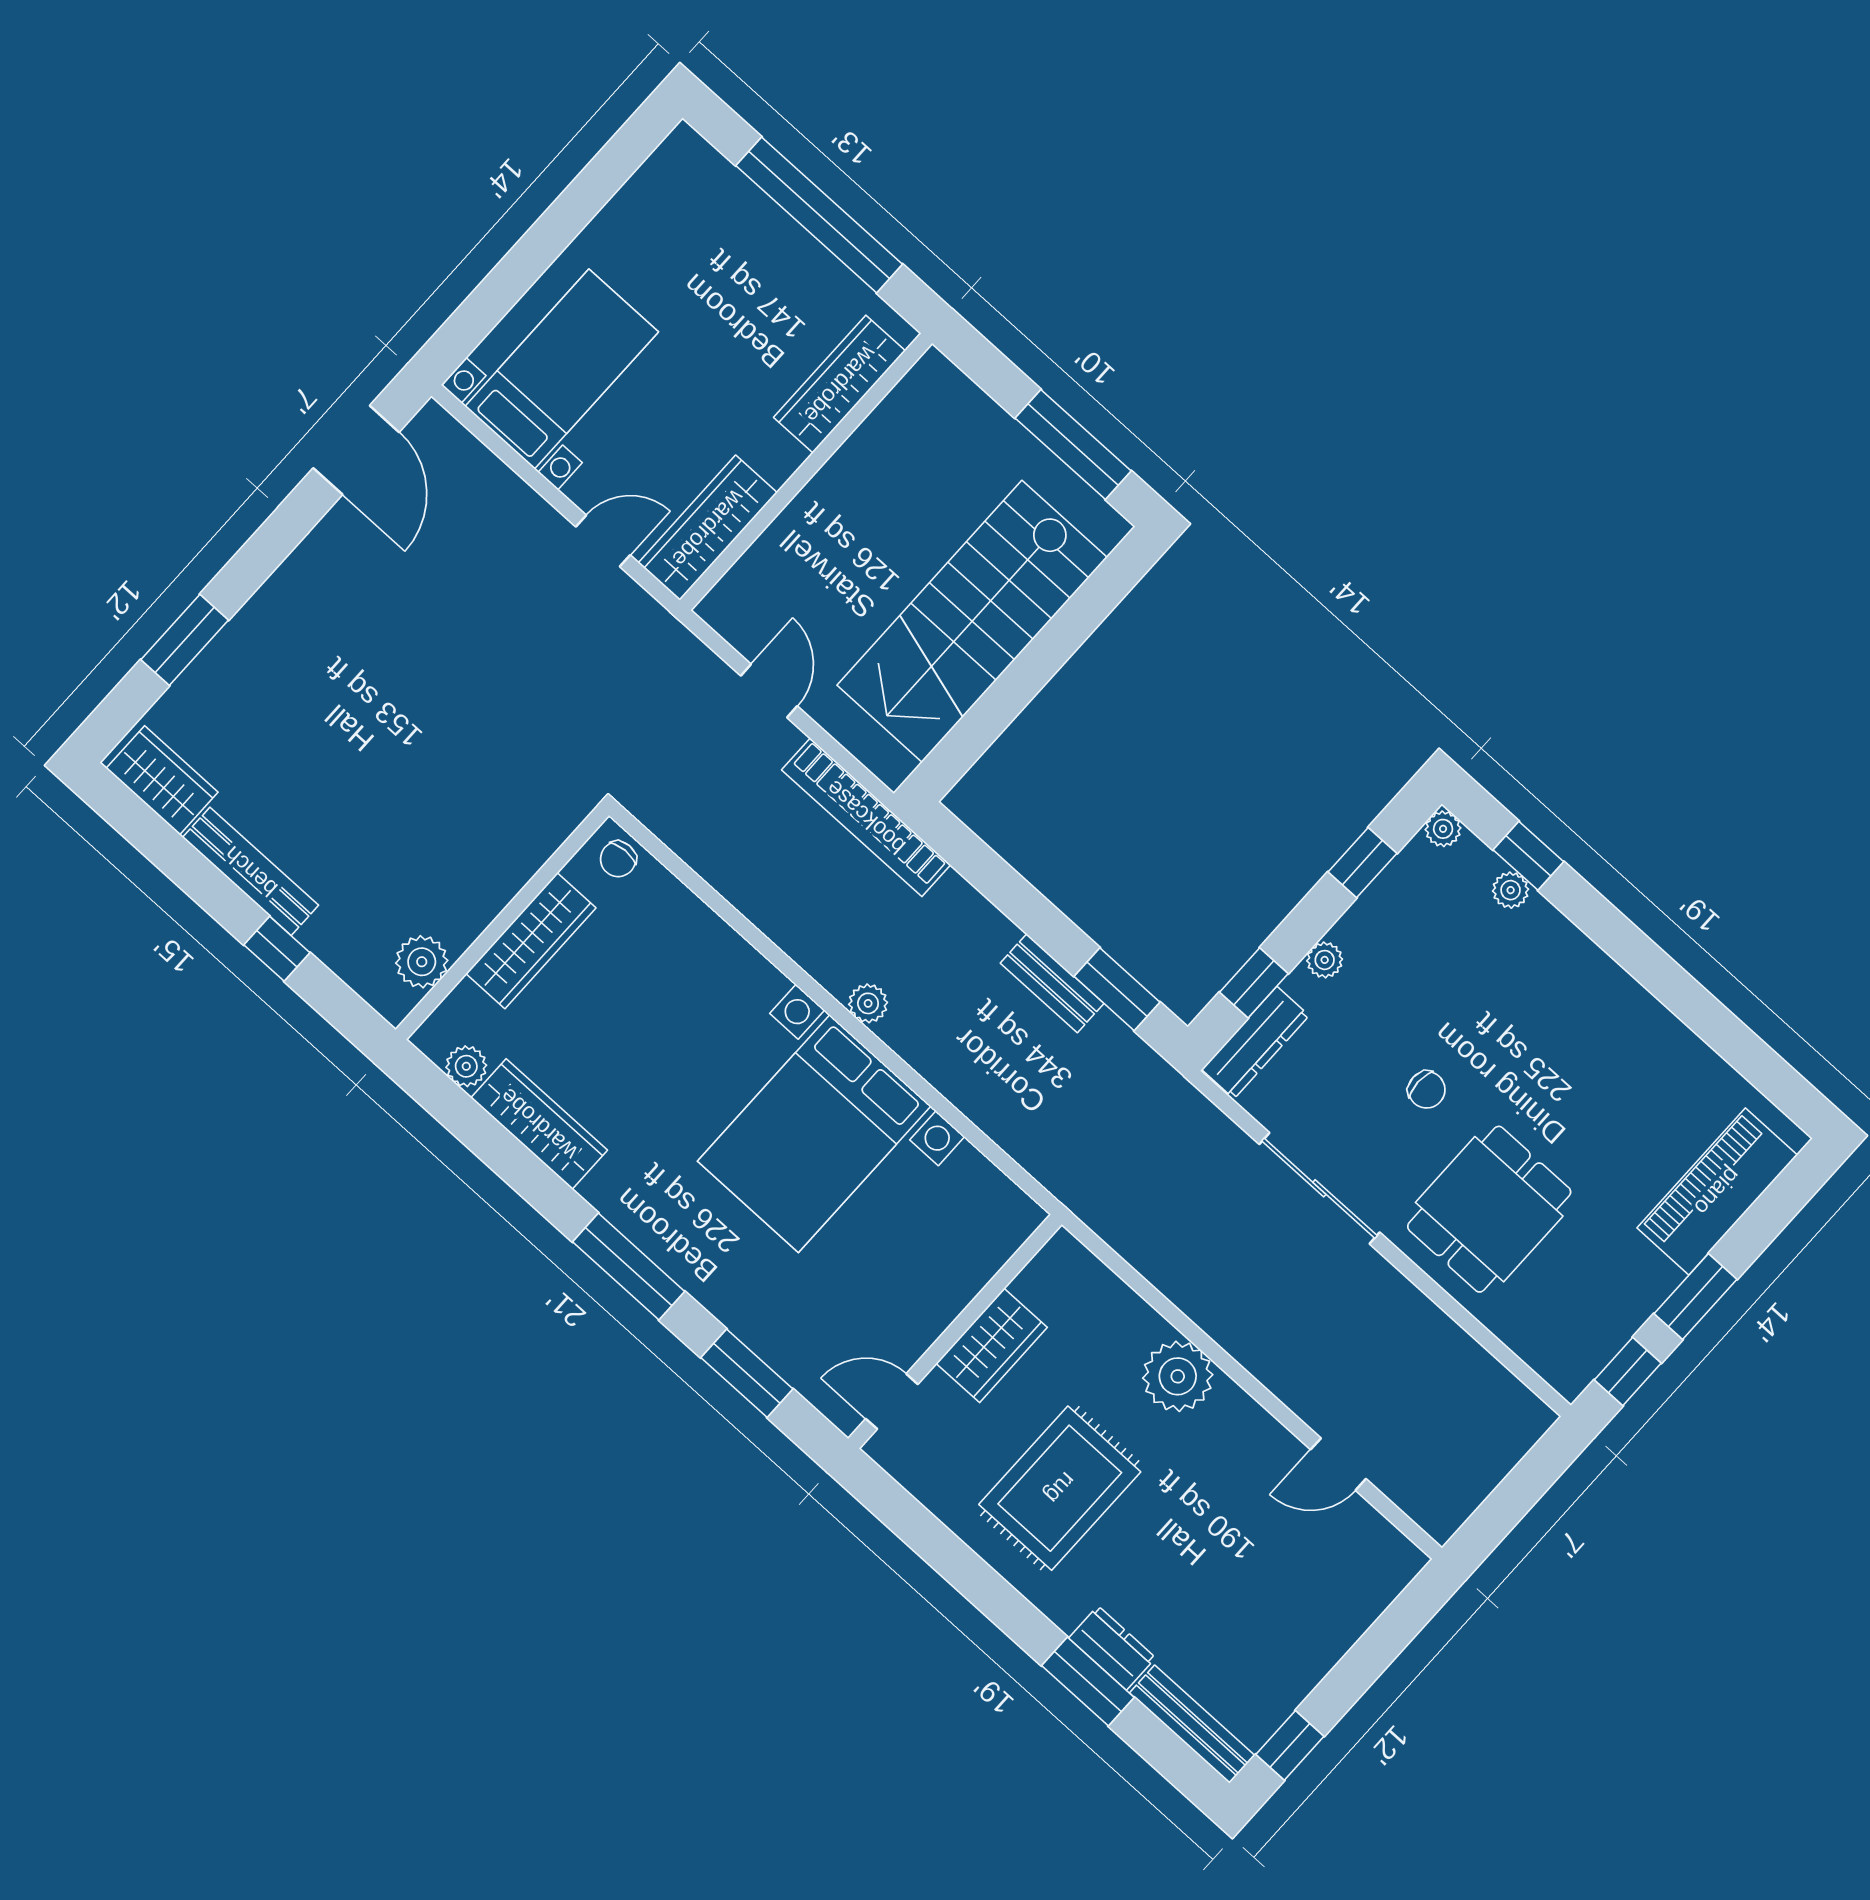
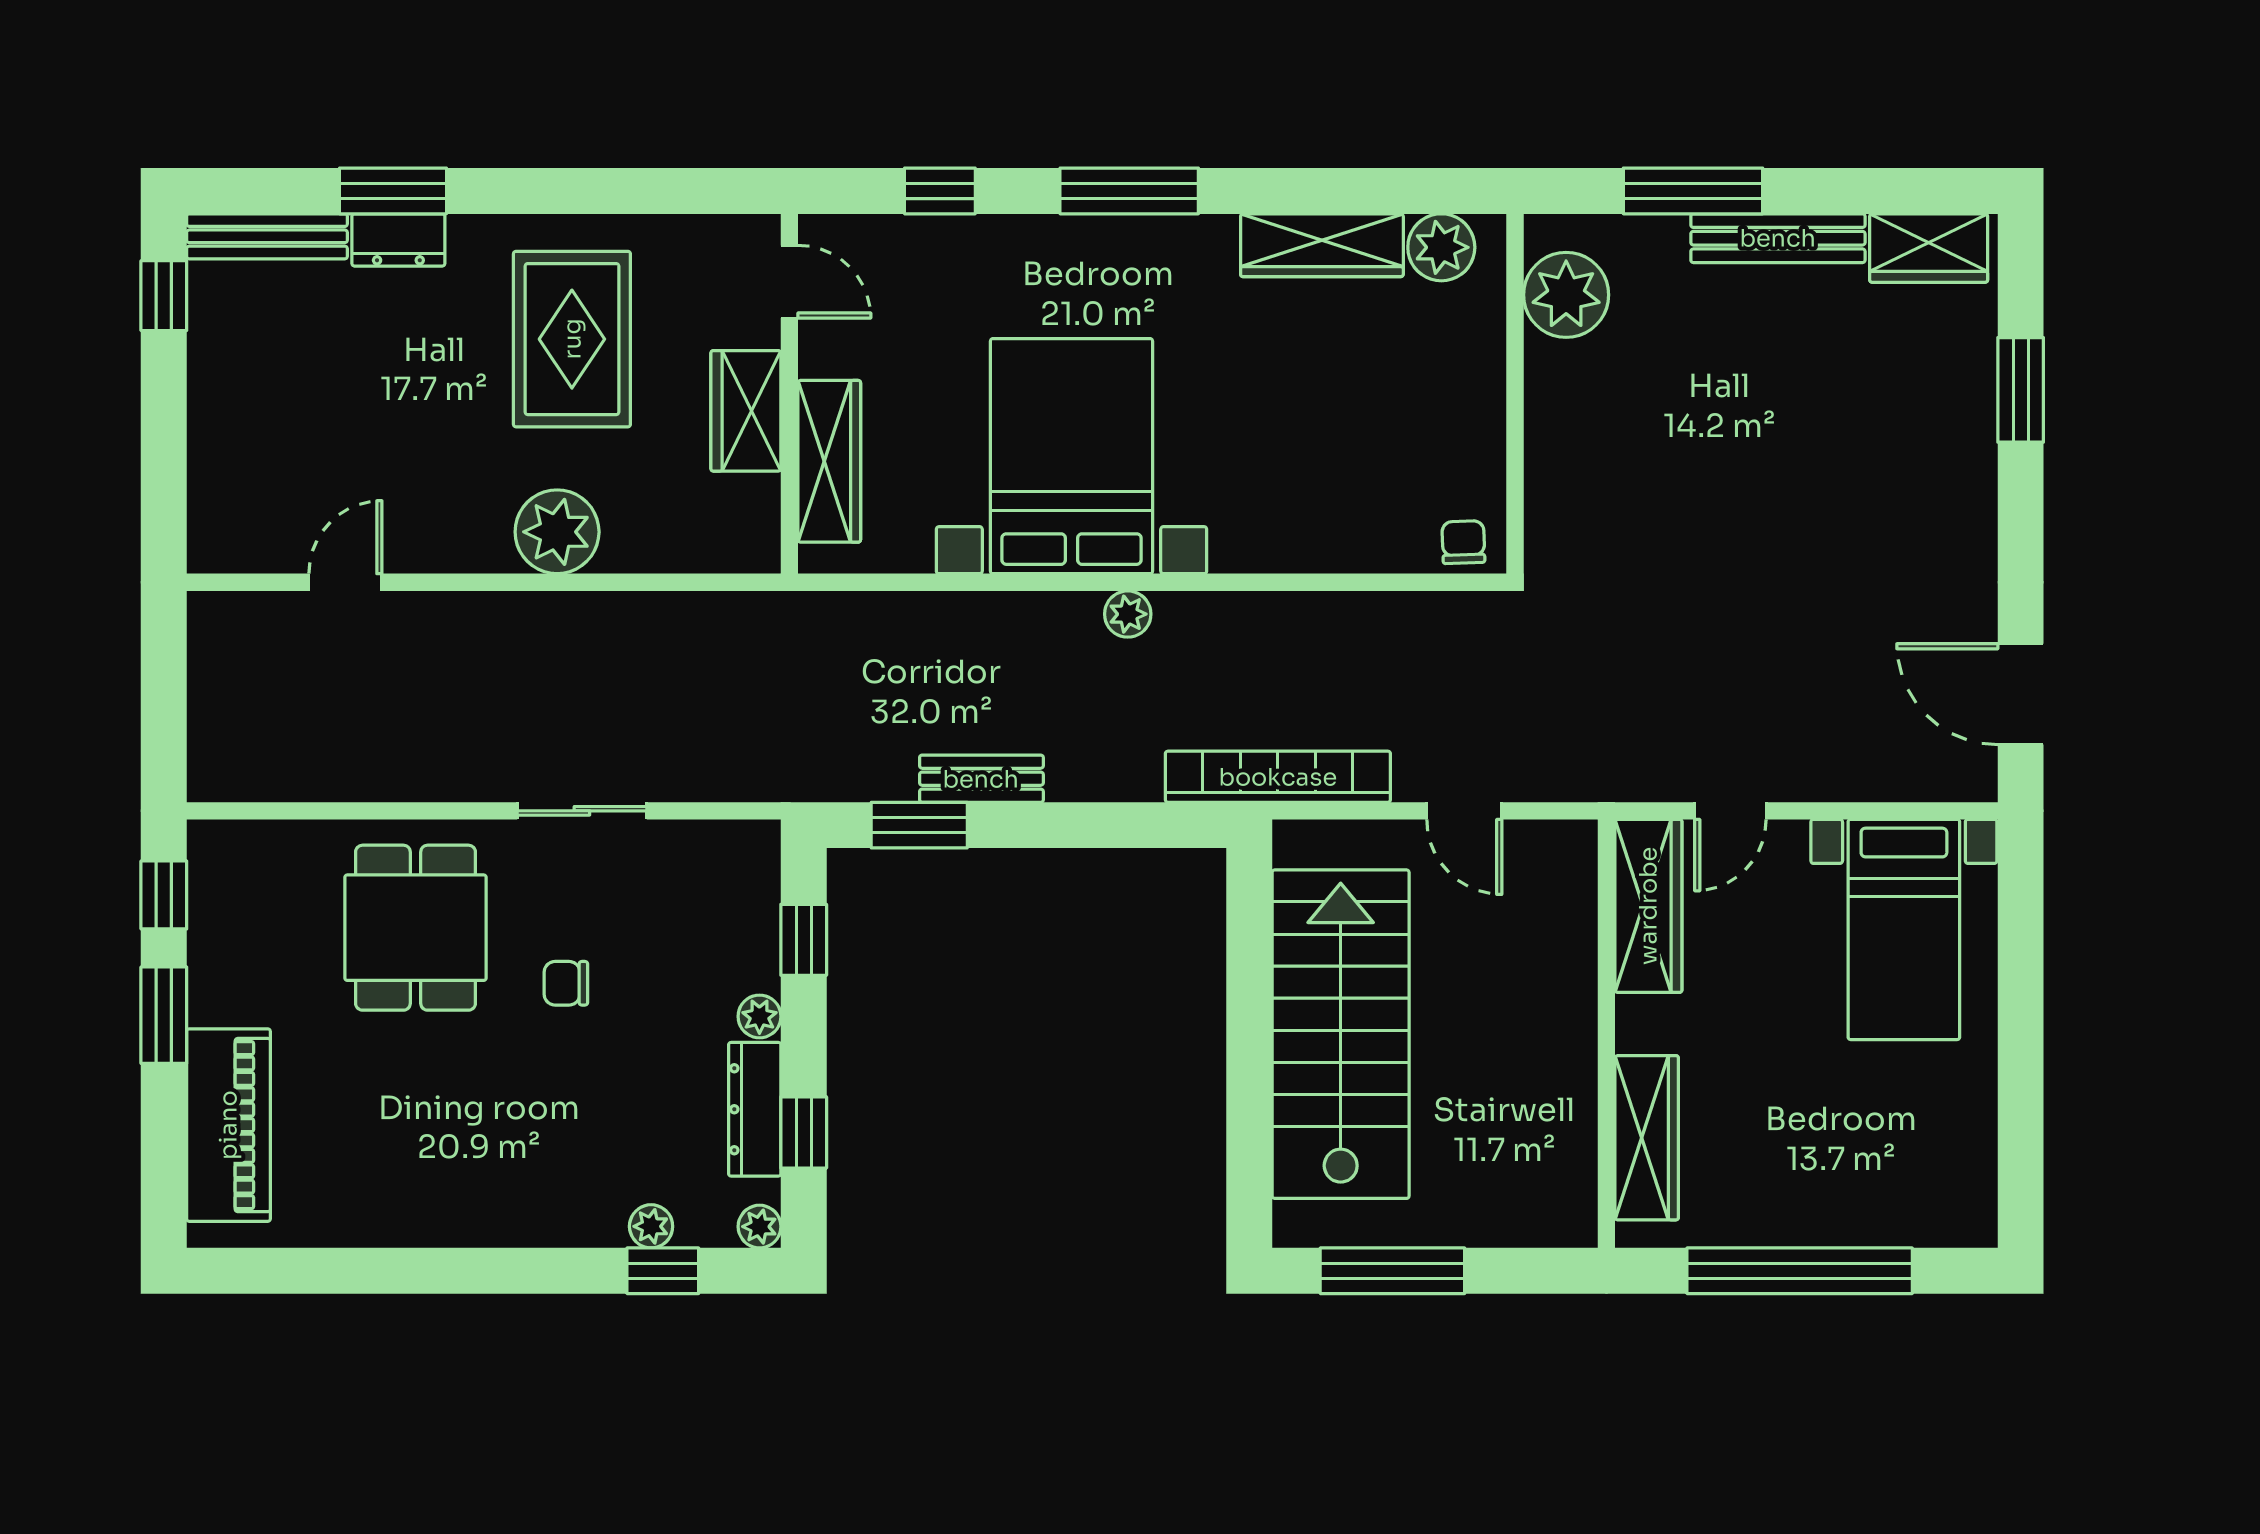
wardrobe: (531, 941) -> (829, 461), moved, turned 180
window: (277, 949) -> (1693, 191), width x2.17
plant: (422, 962) -> (1566, 295), width x1.36, depth x1.36
dresser: (1255, 1043) -> (755, 1109), moved
plant: (466, 1066) -> (1441, 247), width x1.38, depth x1.38
sliding door: (1319, 1188) -> (582, 811), width x0.73
window: (747, 1373) -> (940, 191), width x0.67
door: (892, 1401) -> (789, 282), hinge flipped

